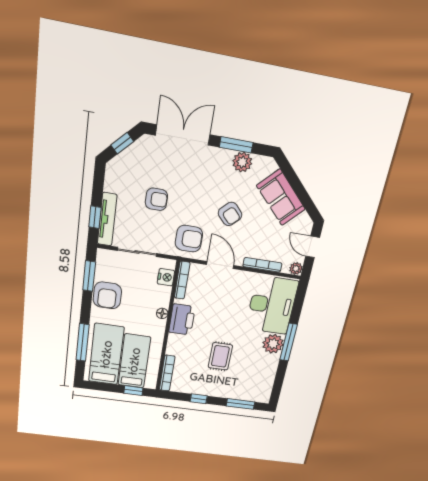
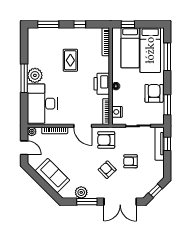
armchair: (230, 214) -> (107, 170), moved

